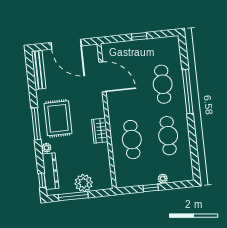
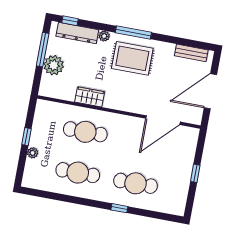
bench: (39, 70) -> (191, 53), width x0.73
window: (188, 92) -> (119, 208), width x0.32
wardrobe: (100, 131) -> (90, 97), moved

